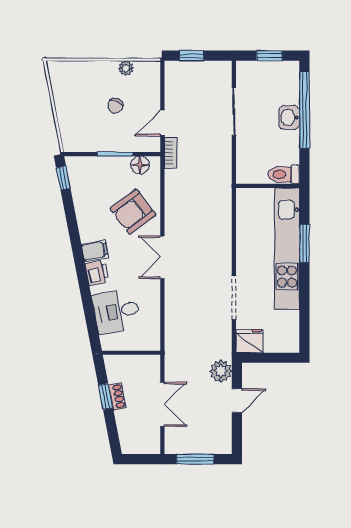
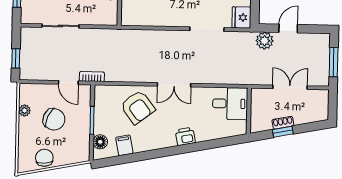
chair: (66, 95) -> (44, 158), added
chair: (115, 106) -> (54, 119), width x1.87, depth x1.87
floor lamp: (140, 165) -> (100, 142), moved
window: (63, 178) -> (110, 162), removed
filing cabinet: (95, 251) -> (124, 145), moved
desk: (117, 311) -> (230, 104), moved, turned -79
door: (237, 401) -> (288, 28), hinge flipped

